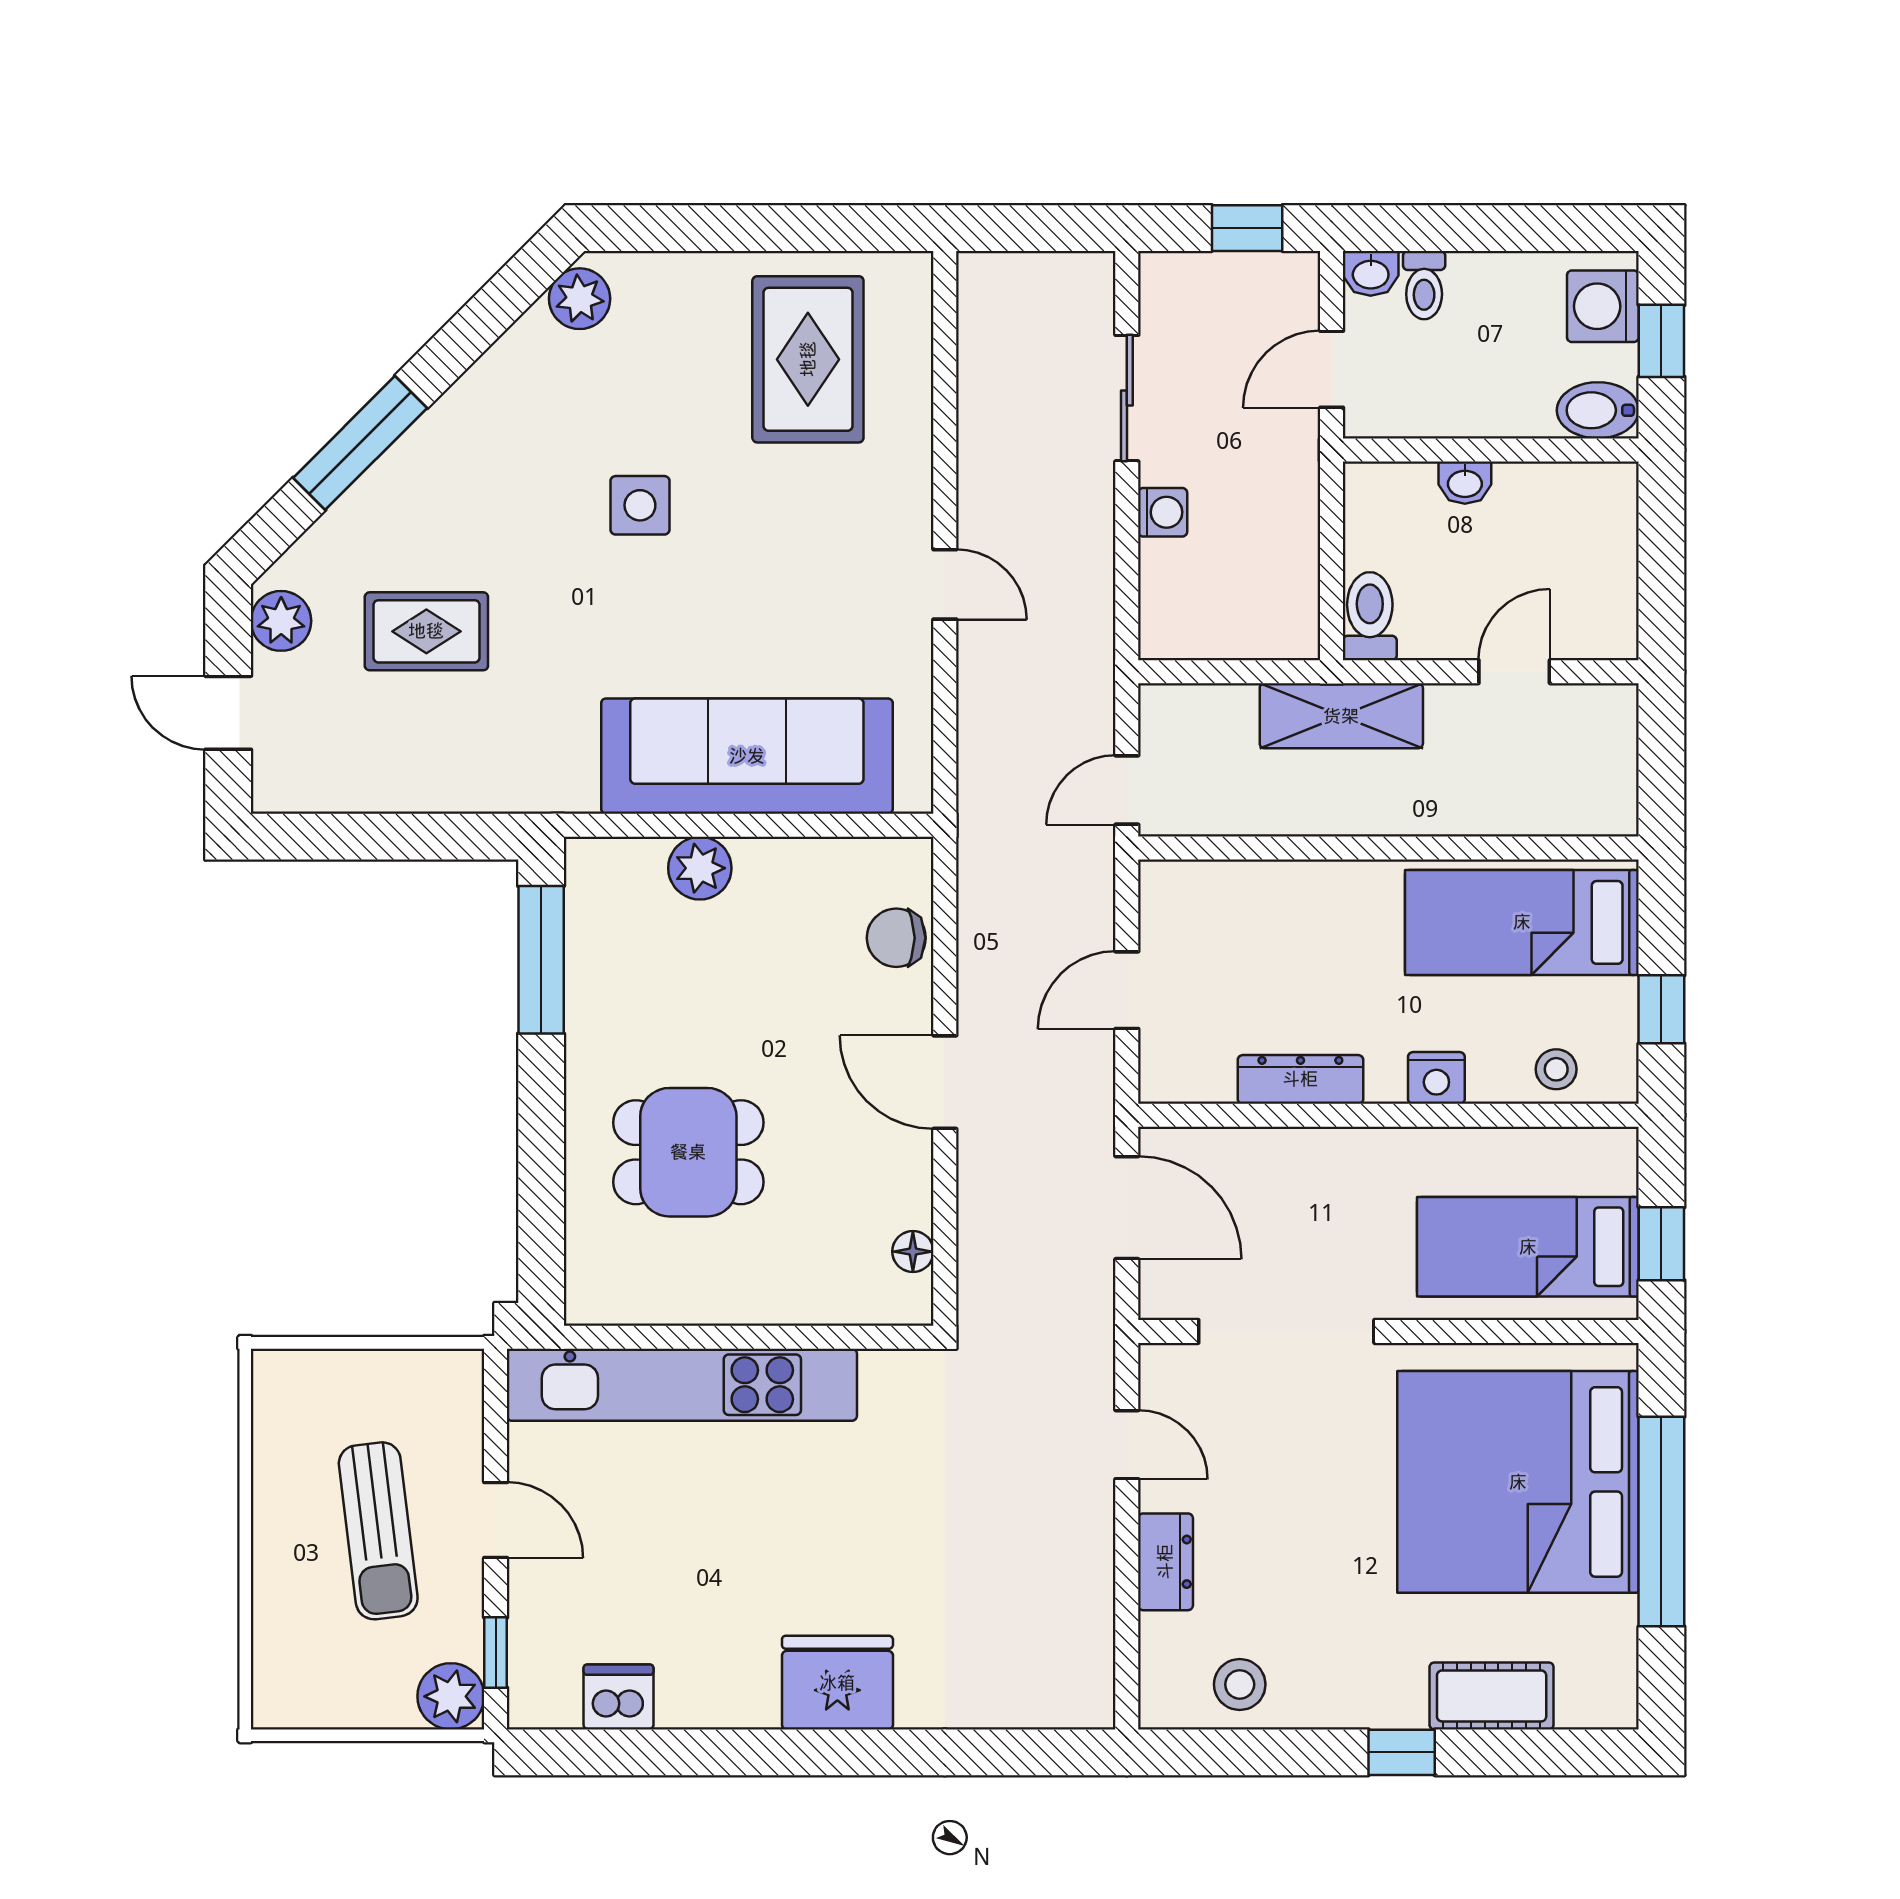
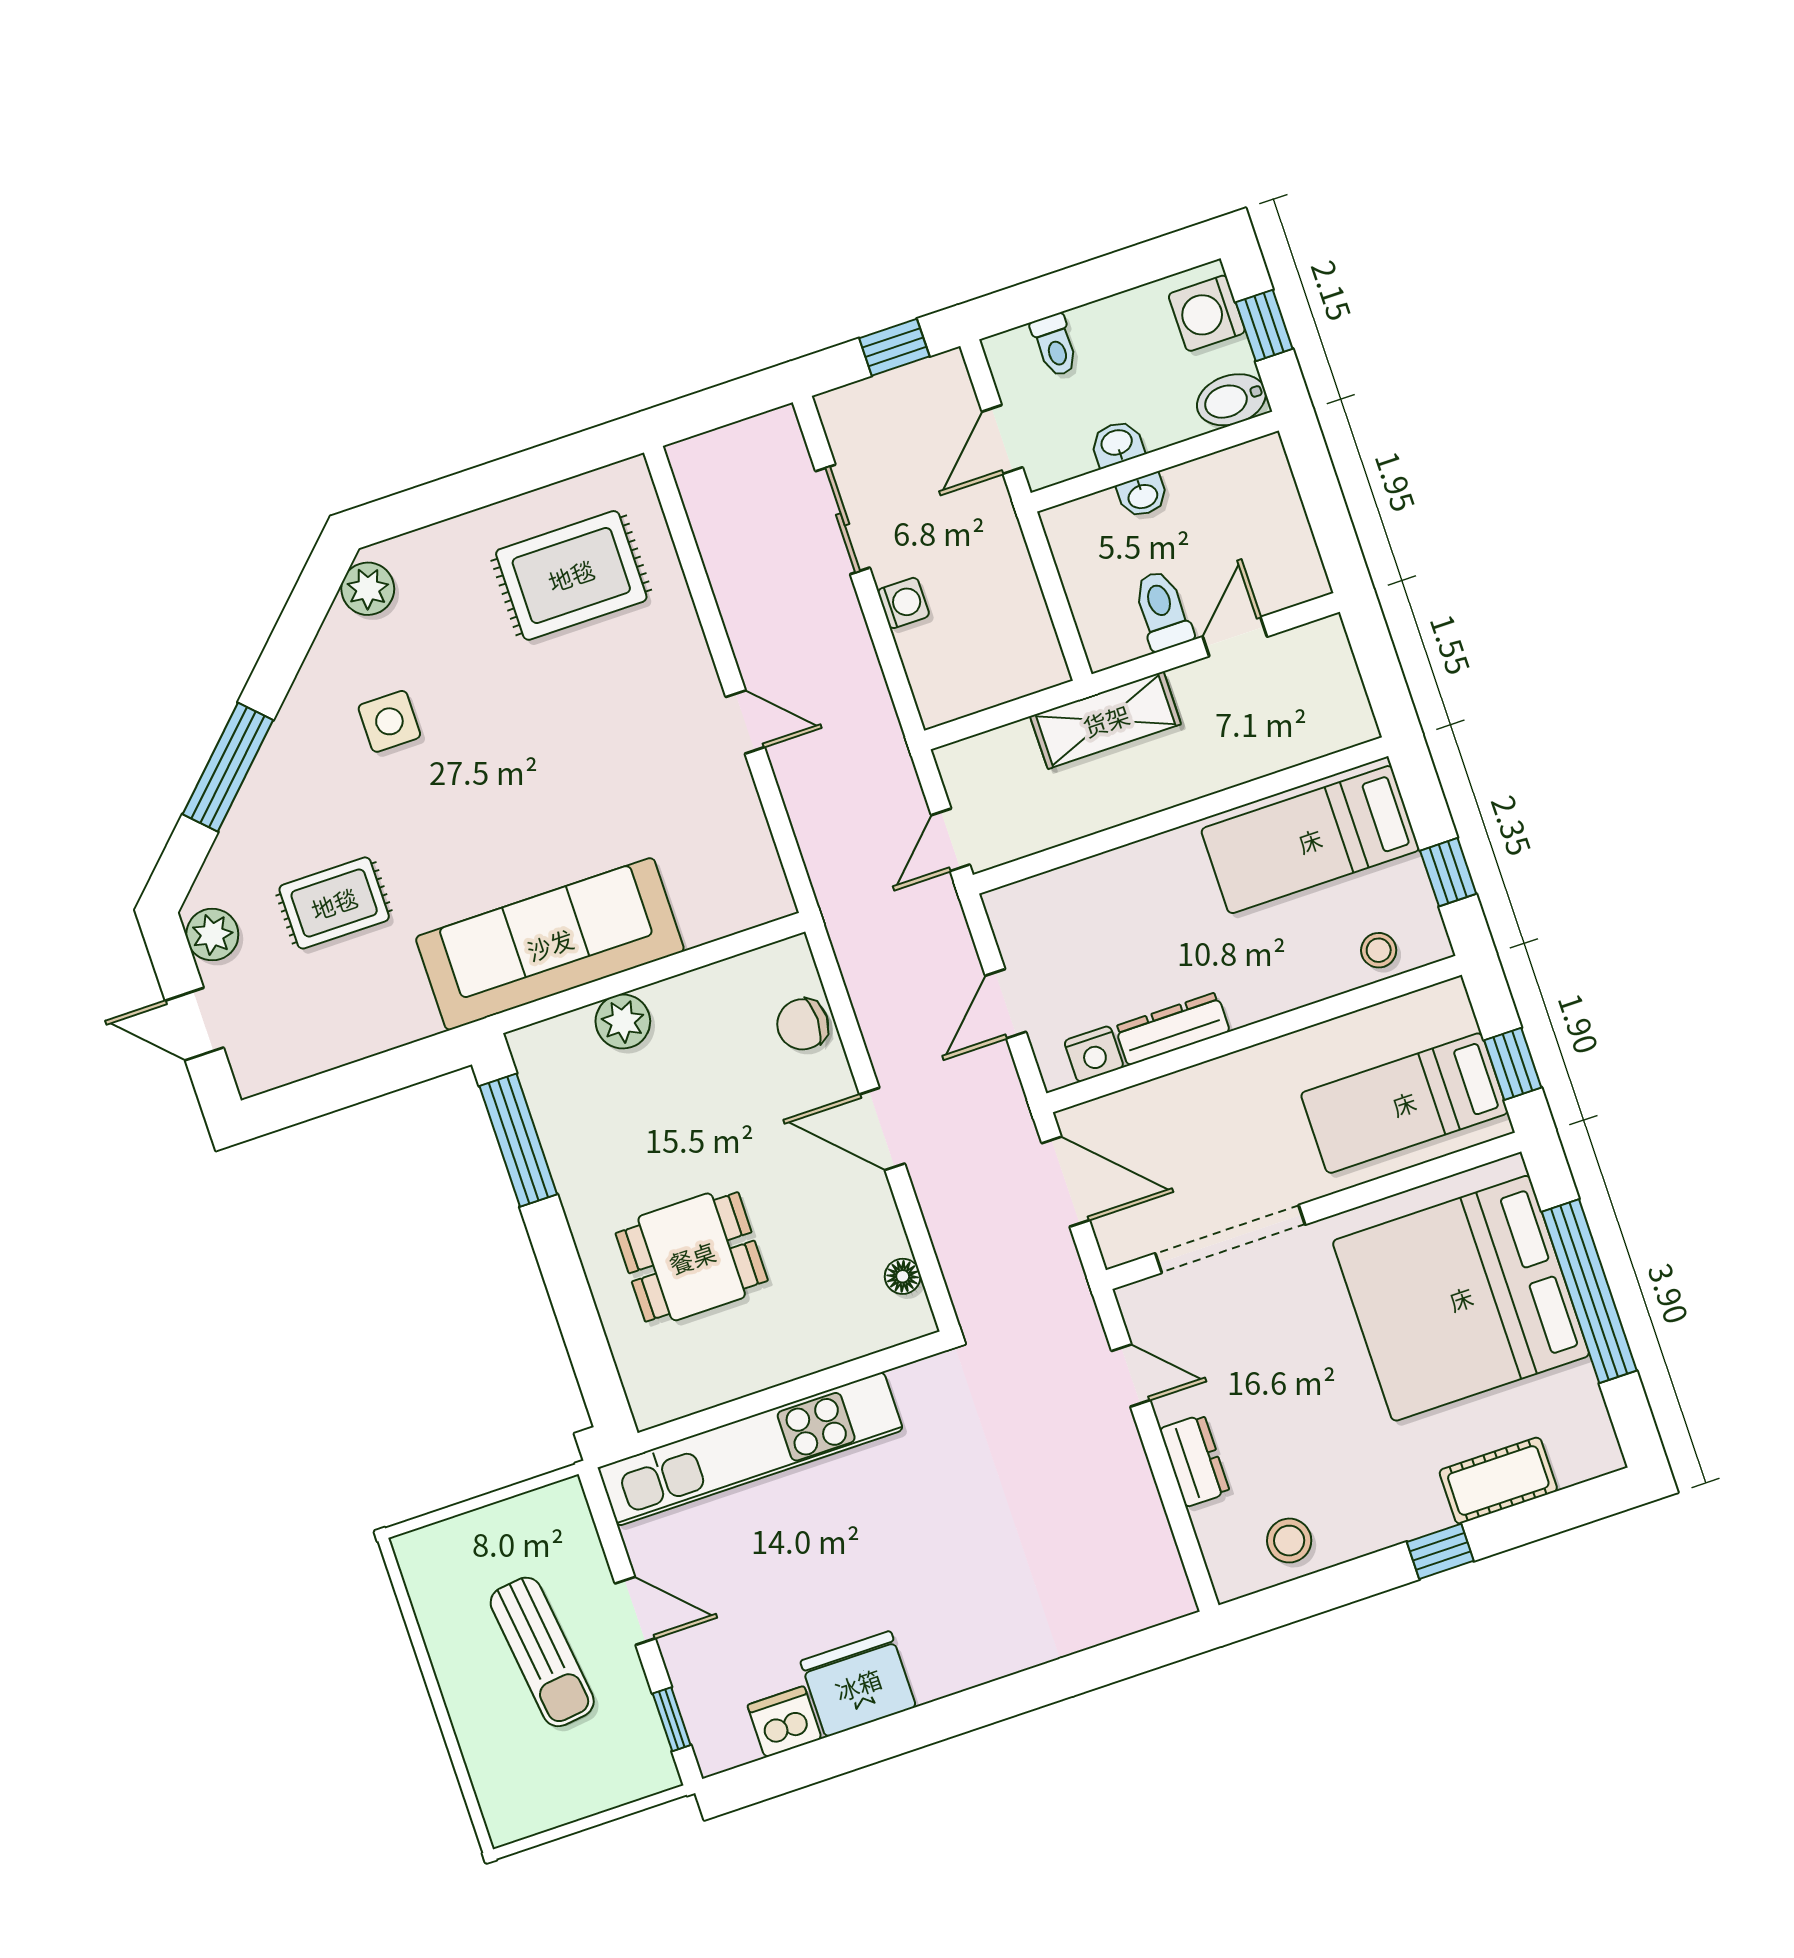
washbasin: (1371, 273) -> (1117, 444), moved, turned 180
rug: (808, 359) -> (571, 575), turned 90
side table: (640, 505) -> (389, 721), moved
toilet: (1370, 616) -> (1162, 610), moved
sofa: (747, 756) -> (550, 944), moved
nightstand: (1436, 1078) -> (1094, 1054), moved
fridge: (837, 1683) -> (858, 1684), moved
plant: (451, 1696) -> (647, 1767), removed

